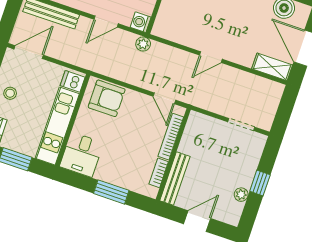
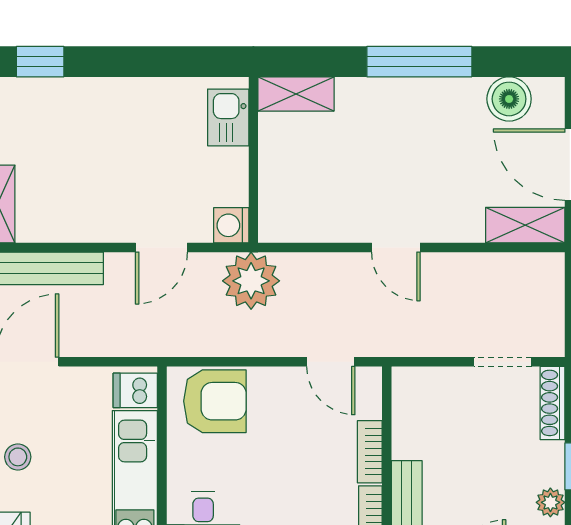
plant: (143, 44) -> (251, 281), width x1.88, depth x1.88
door: (211, 57) -> (396, 248), hinge flipped
bookcase: (171, 137) -> (370, 452), width x0.64
shoe rack: (257, 150) -> (553, 403), added

